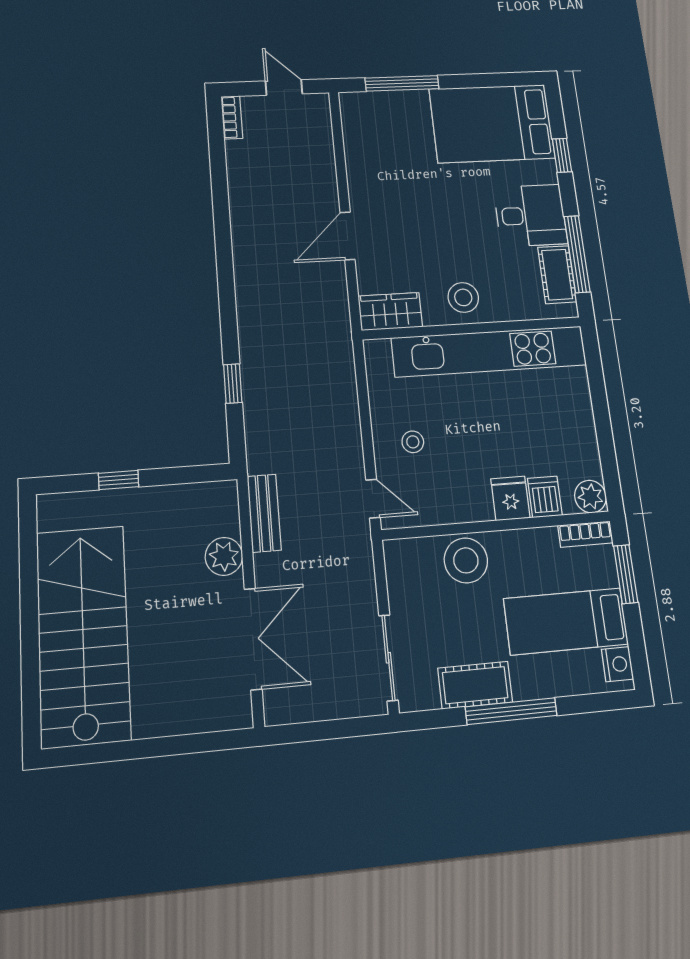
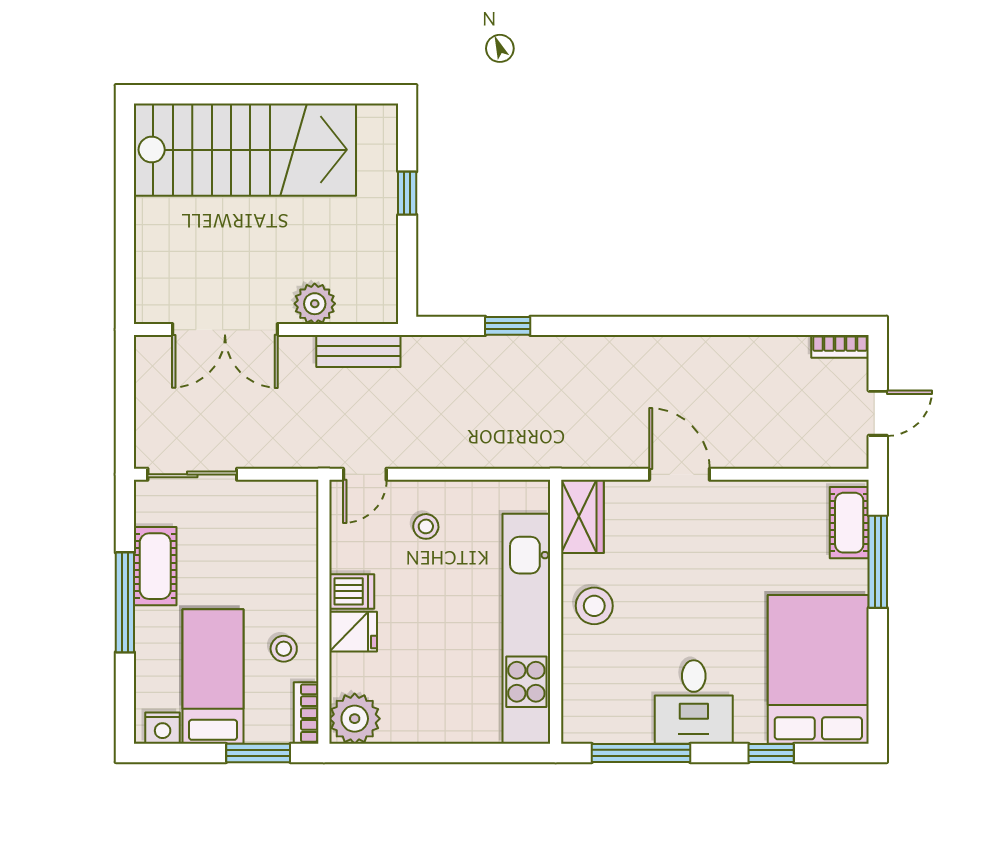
cot: (557, 275) -> (849, 523), moved, turned 90
dishwasher: (545, 497) -> (352, 591), moved
plant: (590, 497) -> (355, 719), width x1.36, depth x1.36
stool: (466, 560) -> (284, 649), moved, width x0.53, depth x0.53

